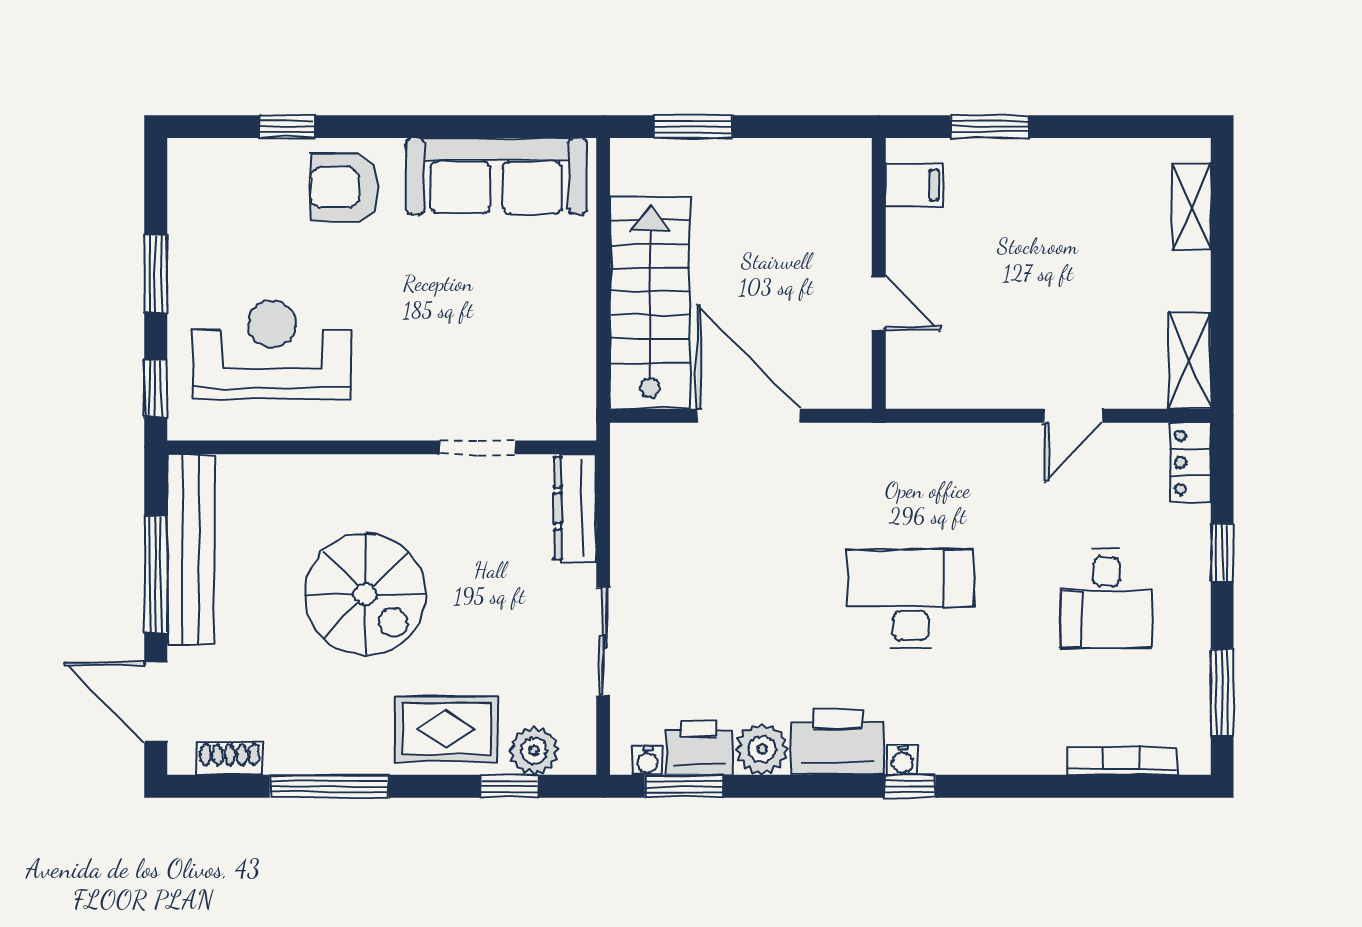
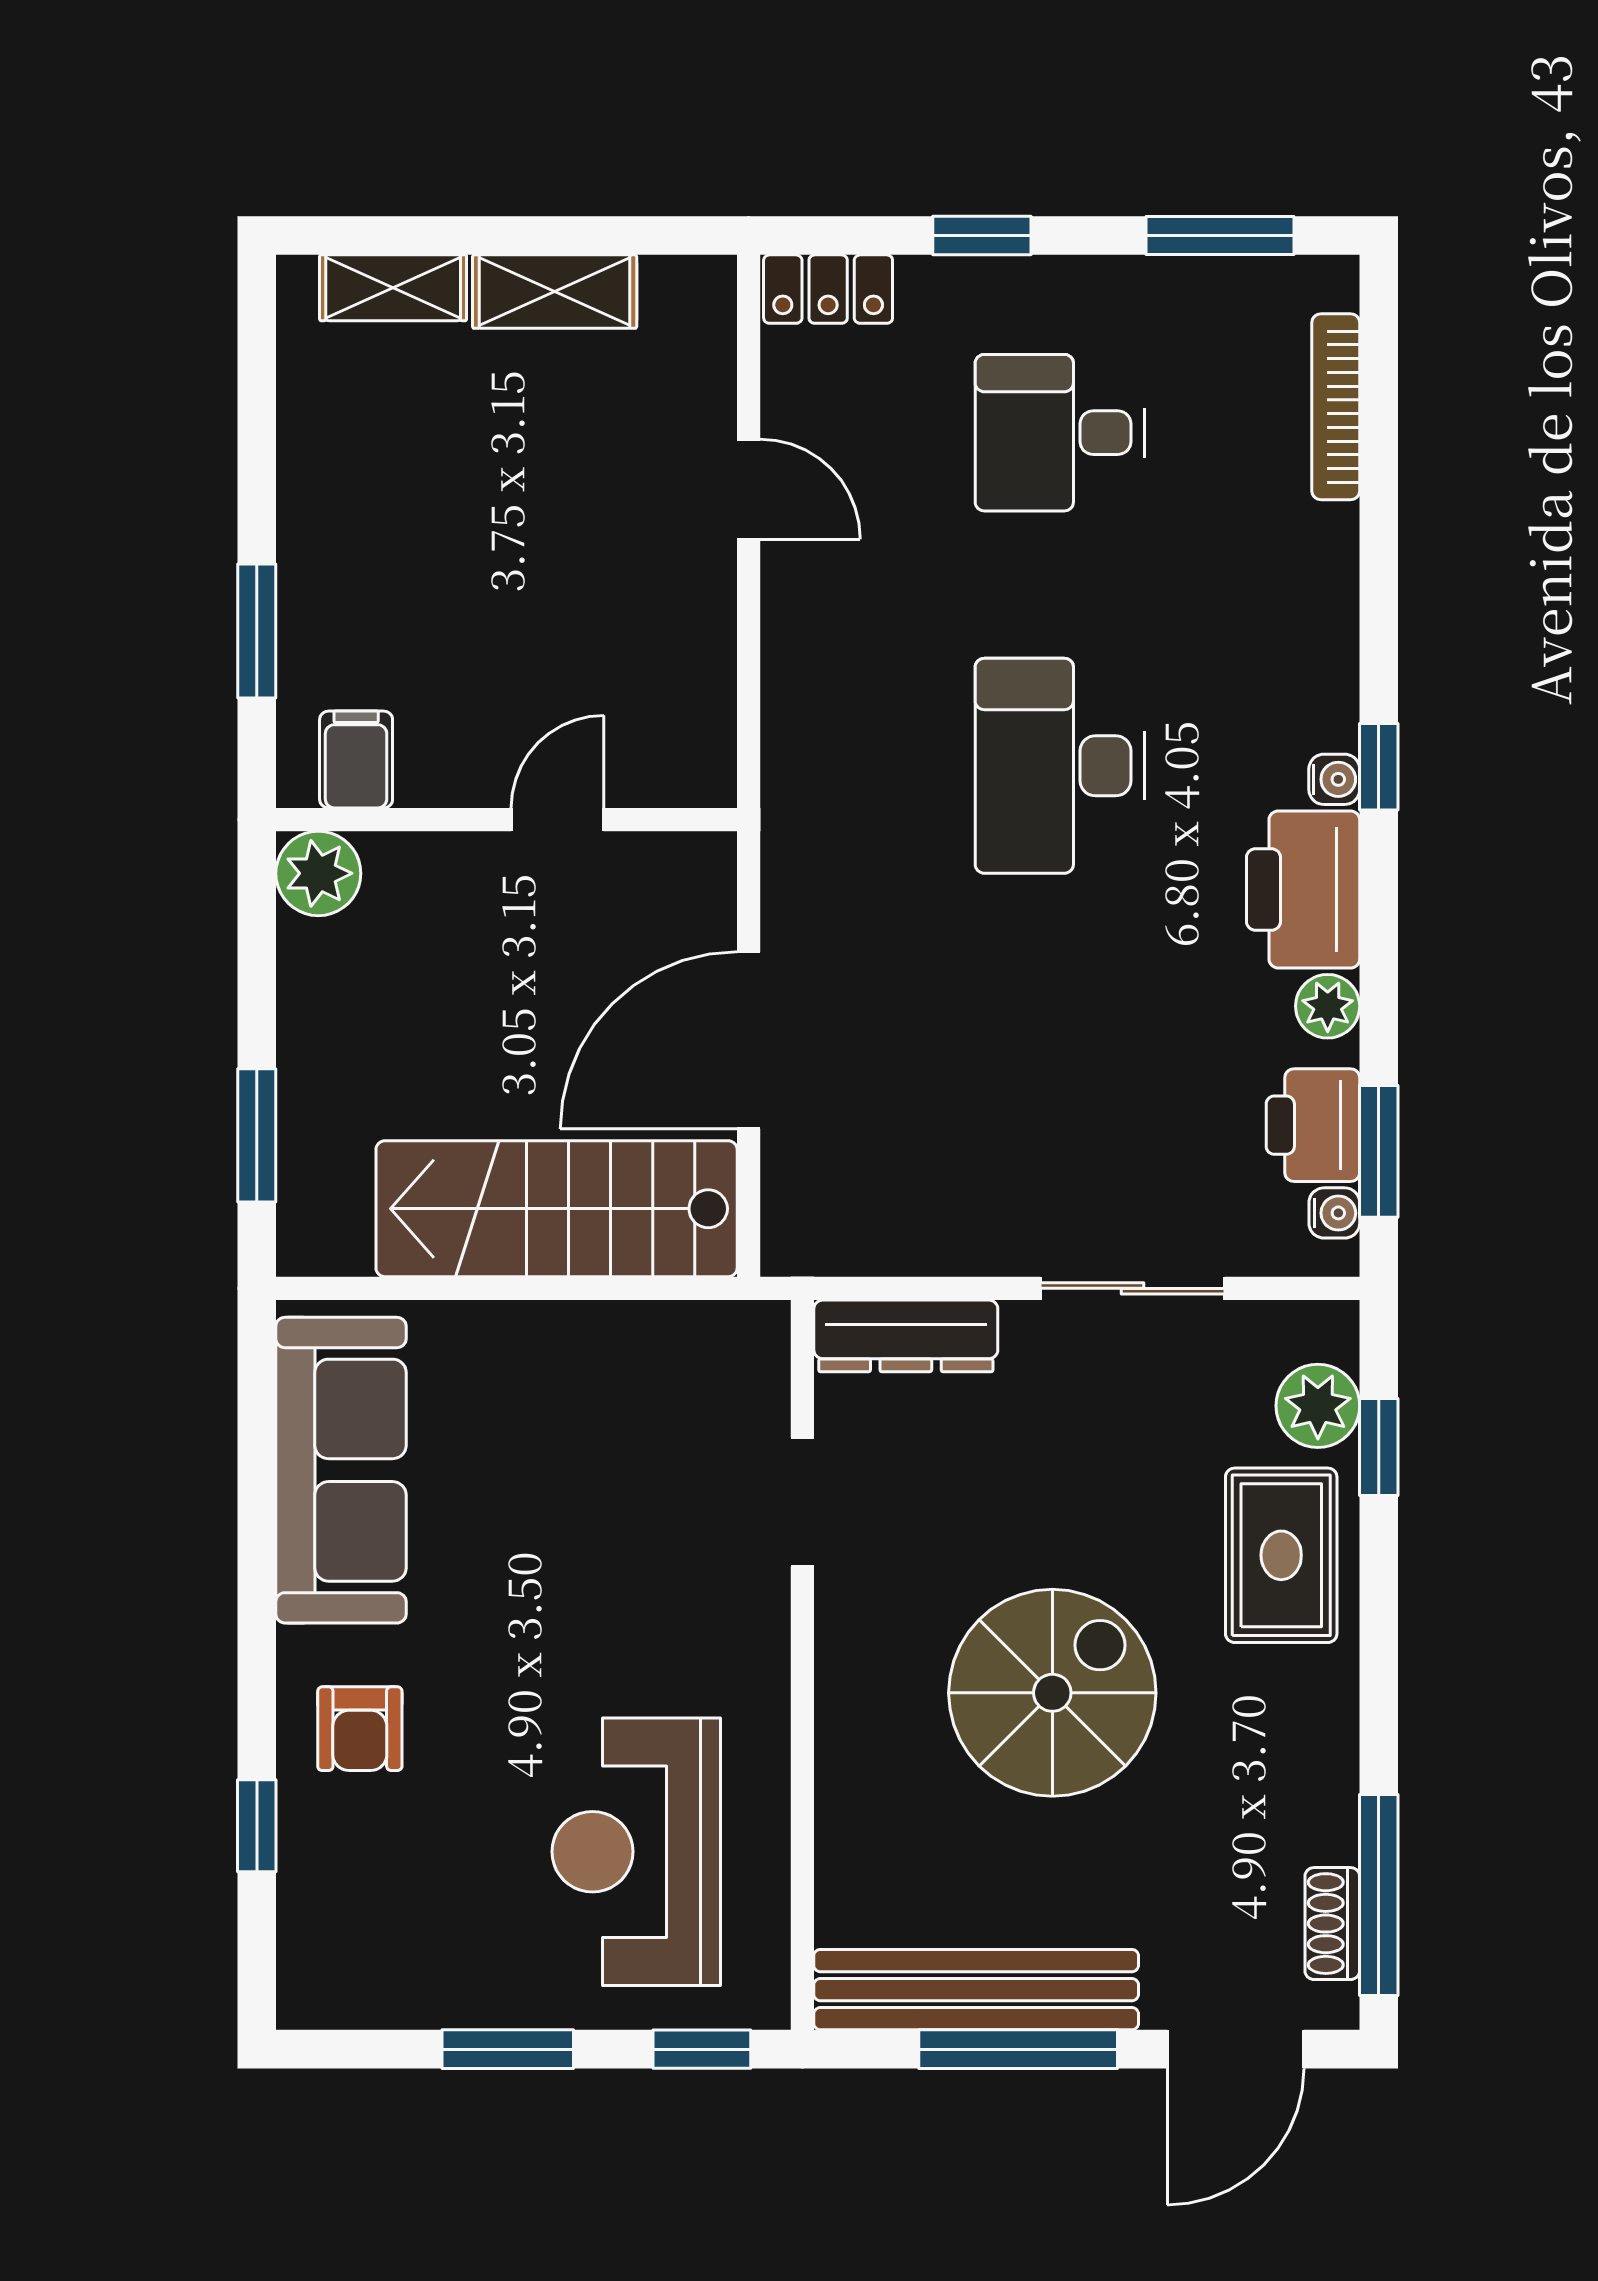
plant: (847, 163) -> (318, 873), added
armchair: (344, 187) -> (360, 1729), width x0.72, depth x0.72
shelving: (1189, 361) -> (555, 292), moved
desk: (1106, 599) -> (1060, 433), turned 180
plant: (762, 749) -> (1328, 1006), width x0.73, depth x0.73
window: (329, 786) -> (1379, 1895), moved

